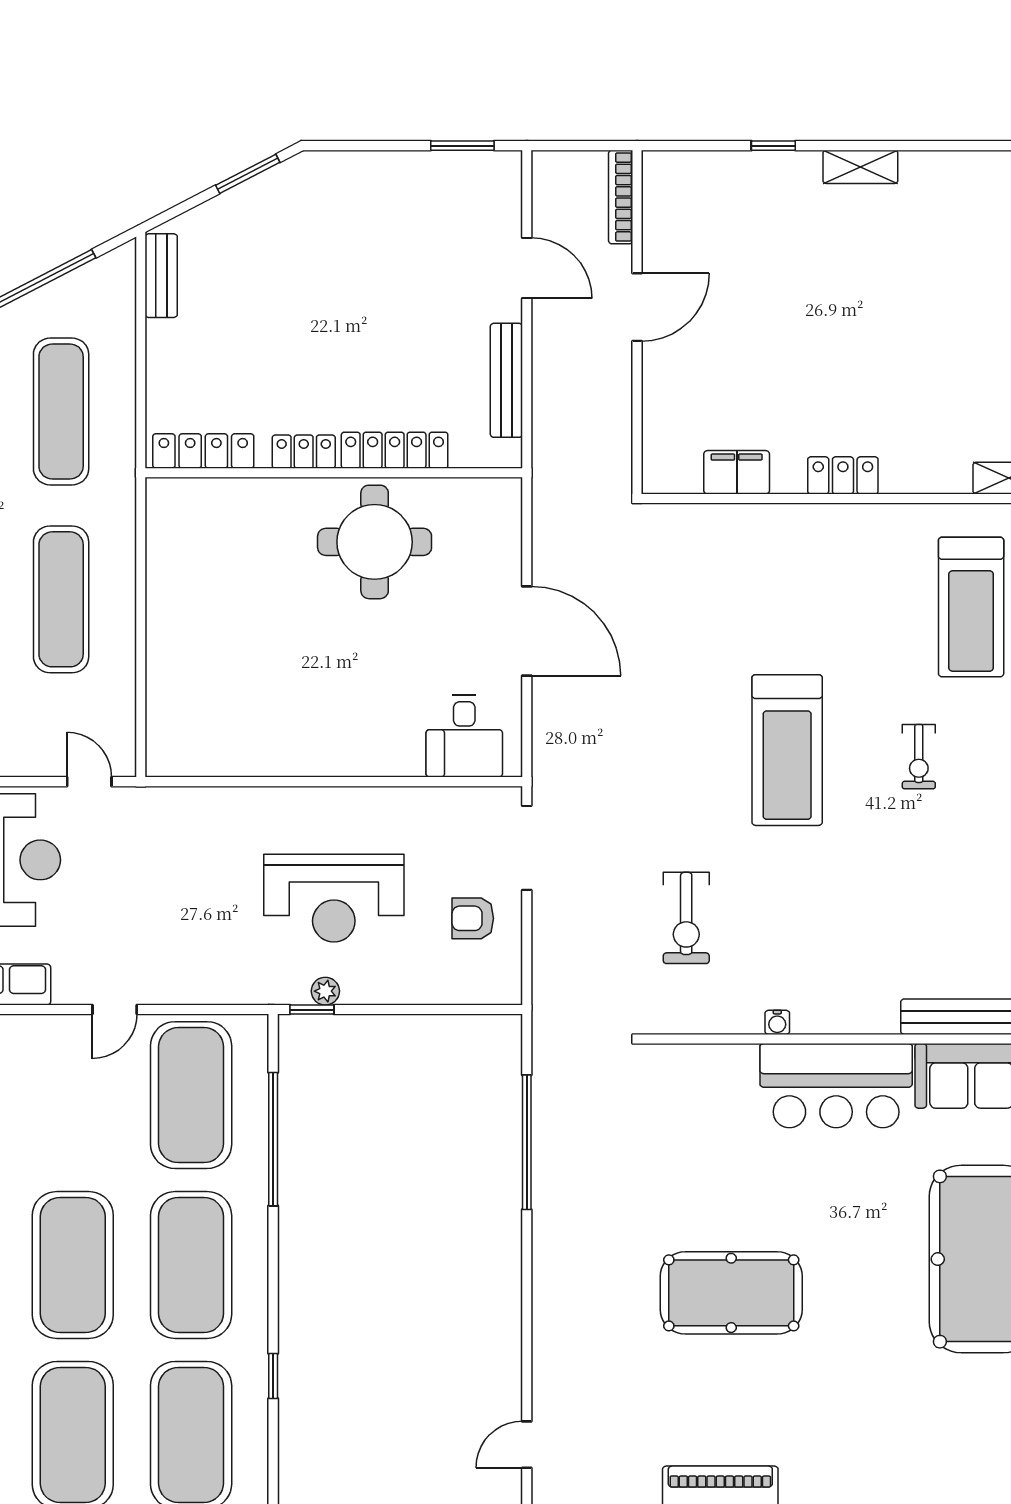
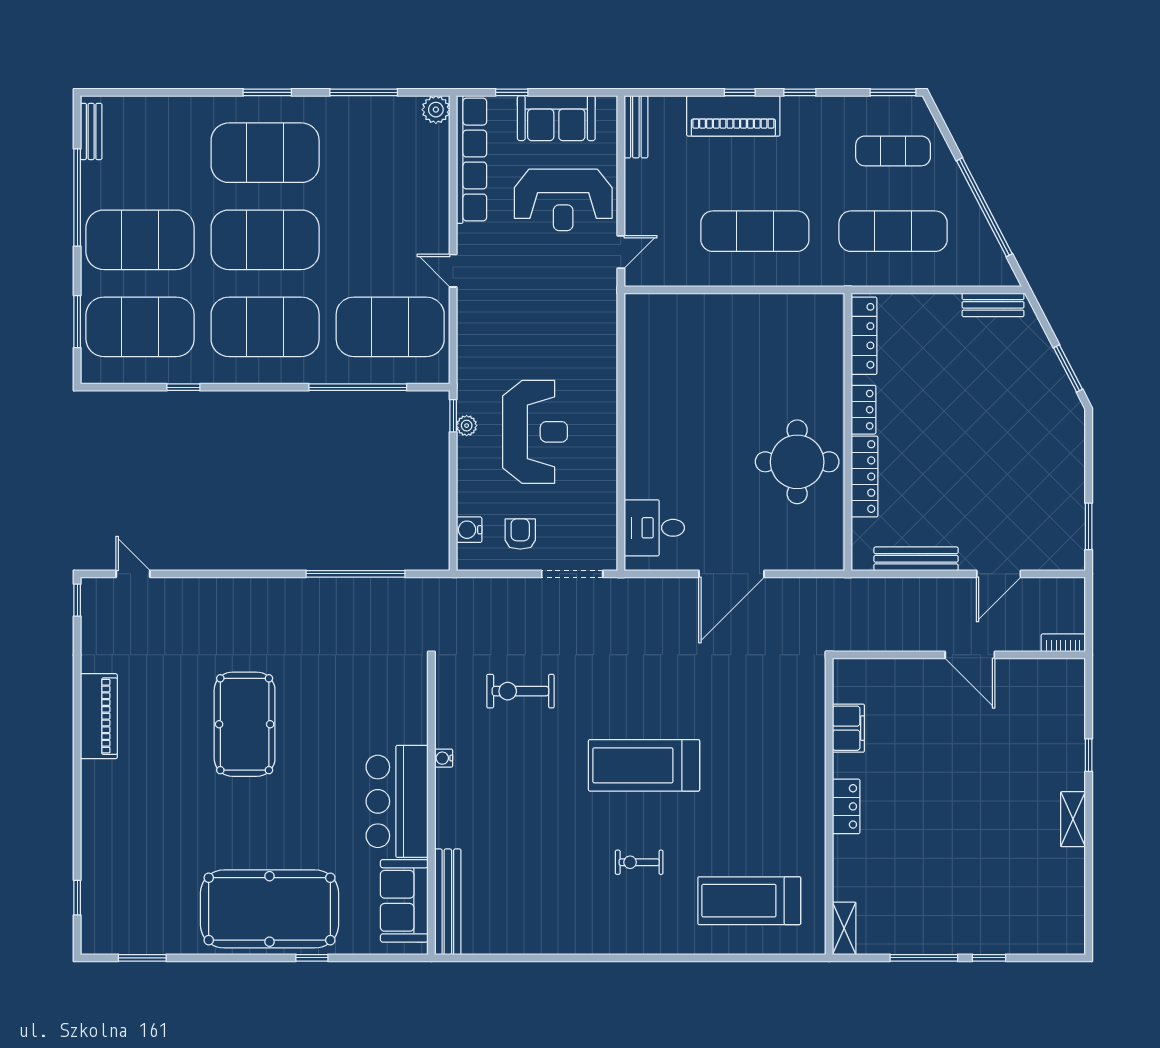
bookcase: (621, 197) -> (1063, 643), width x0.64
reception desk: (334, 898) -> (535, 432), turned 180
water cooler: (467, 988) -> (469, 530), added

